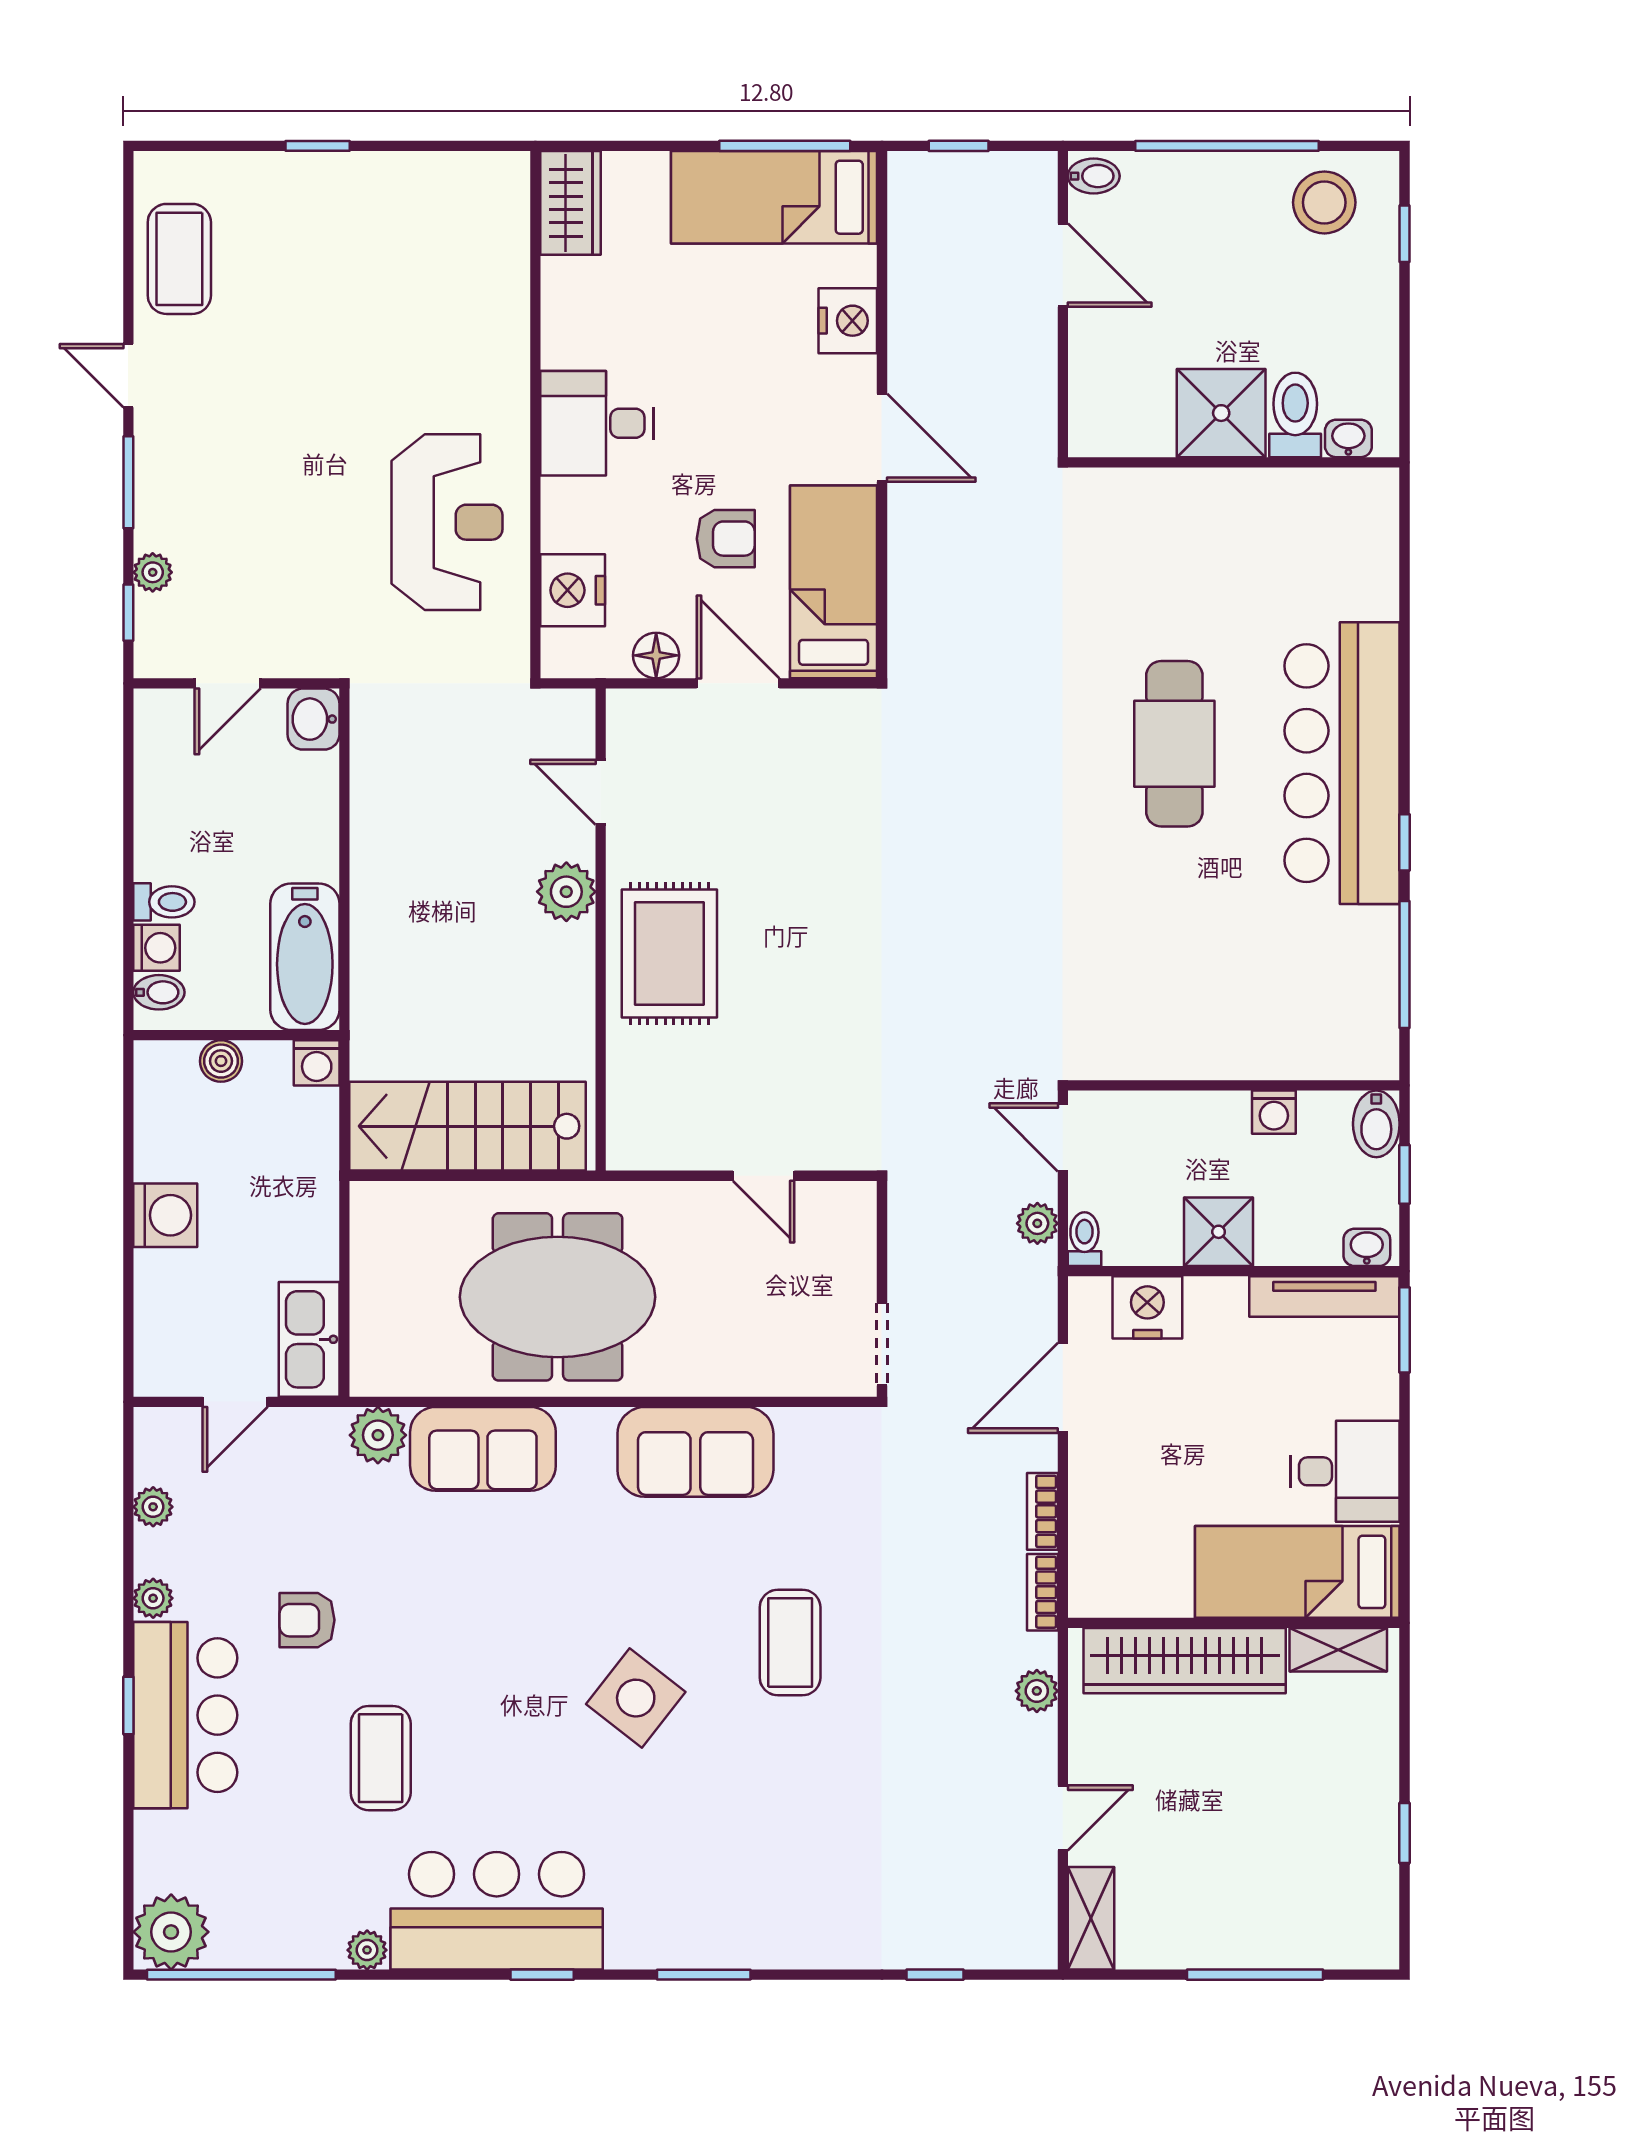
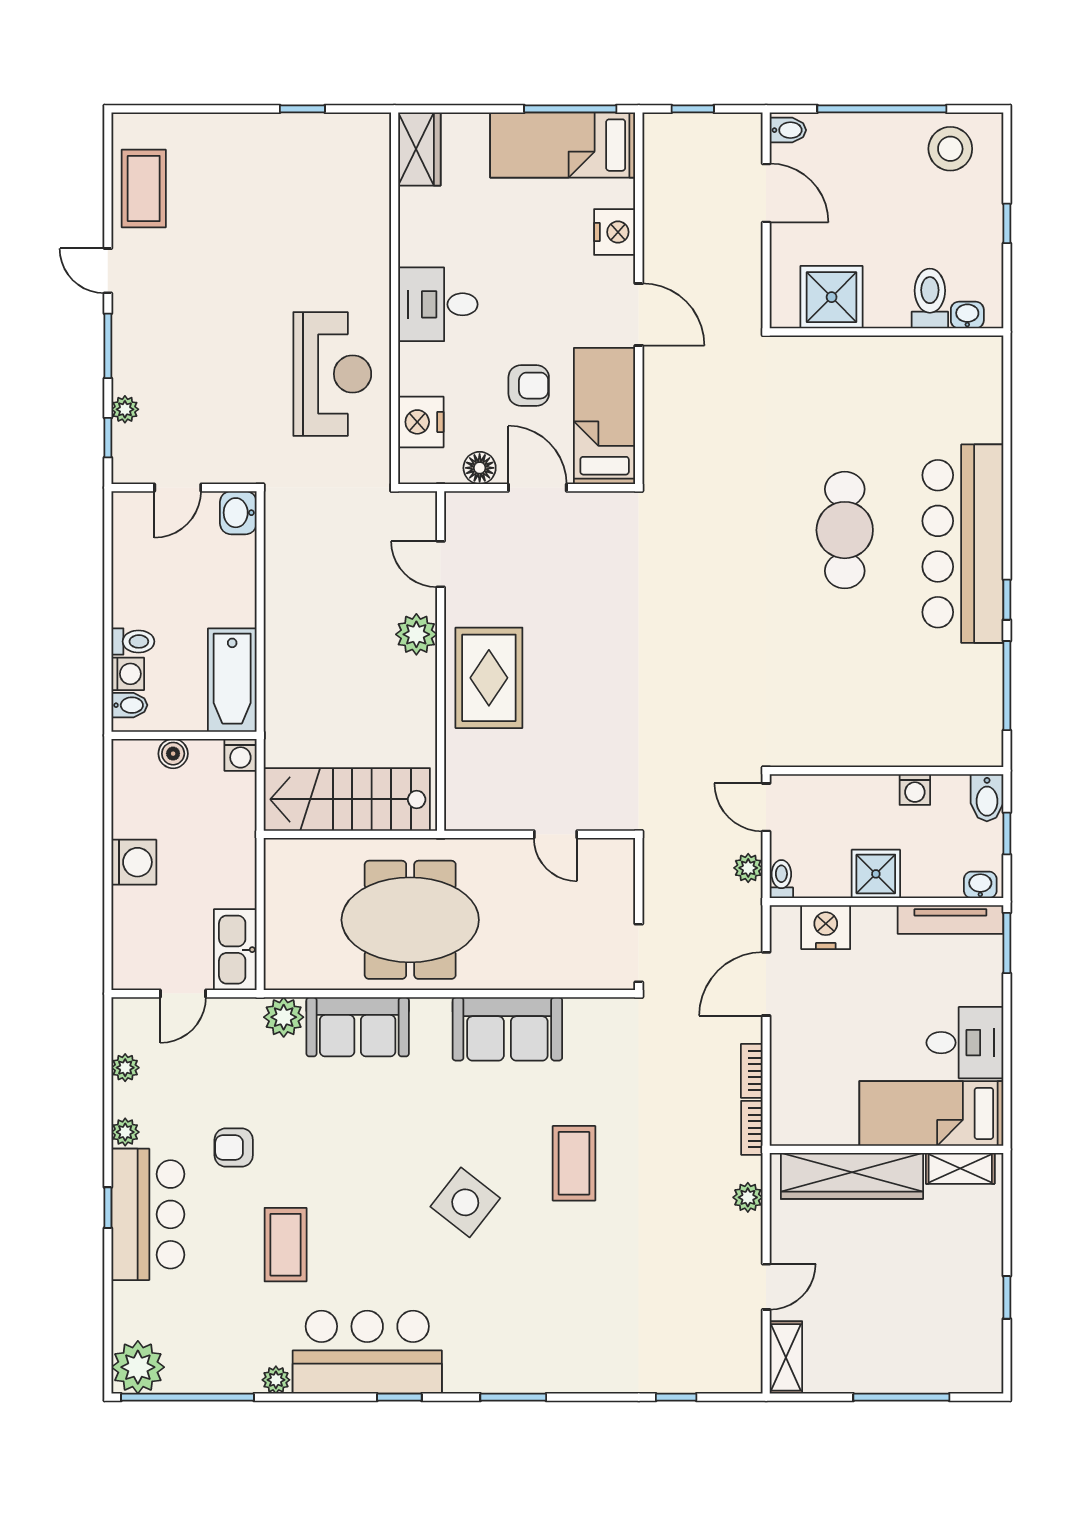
window: (318, 146) -> (302, 109), moved
window: (1404, 234) -> (1007, 223), moved
shower: (1221, 413) -> (832, 297), moved

